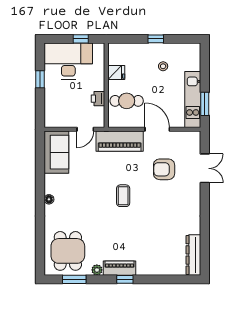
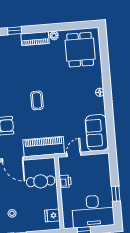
fridge: (116, 73) -> (52, 215), moved
window: (74, 279) -> (73, 26), removed
window: (125, 279) -> (15, 31), moved

